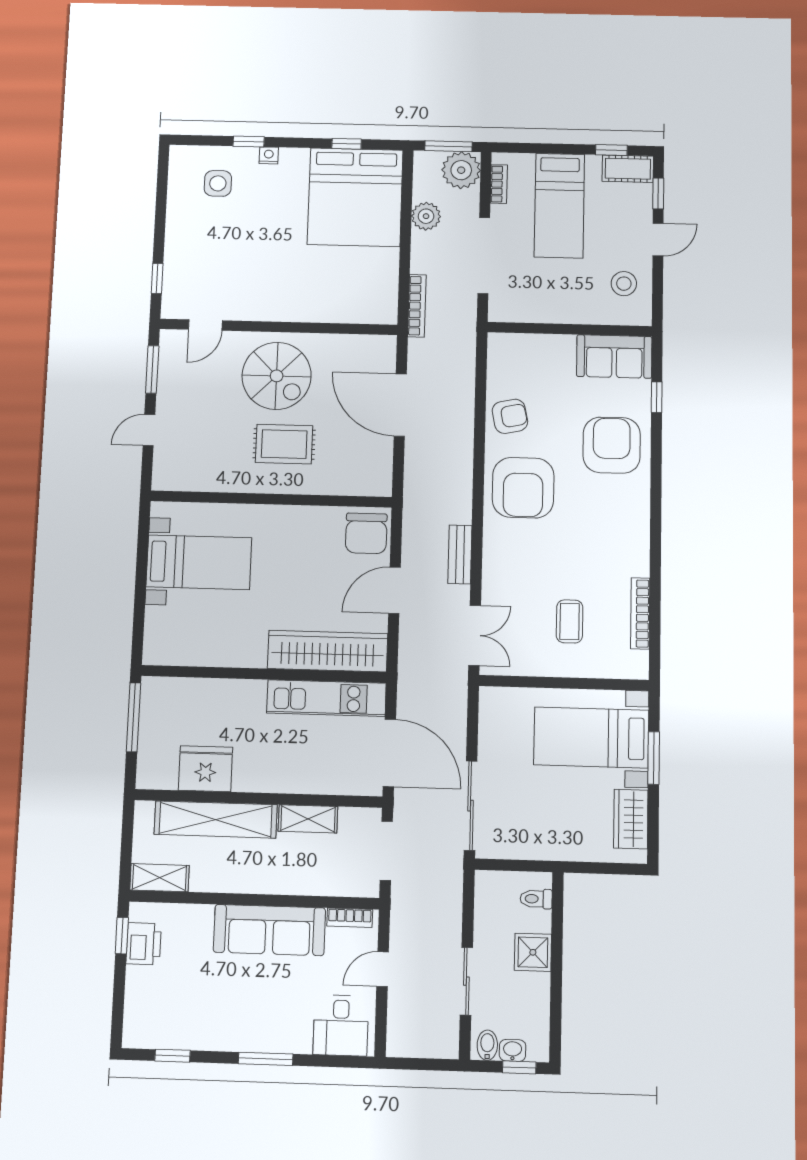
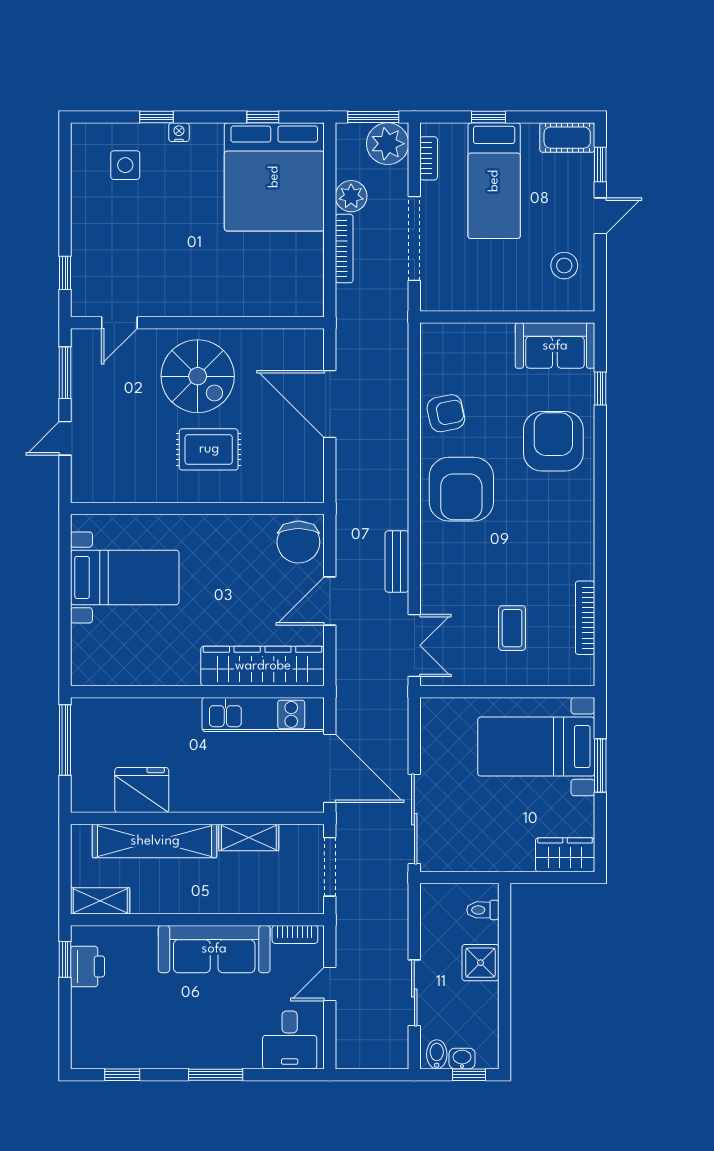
window: (611, 150) -> (488, 117), moved
bookcase: (417, 306) -> (344, 249), moved
wardrobe: (631, 819) -> (565, 855), moved, turned 90

